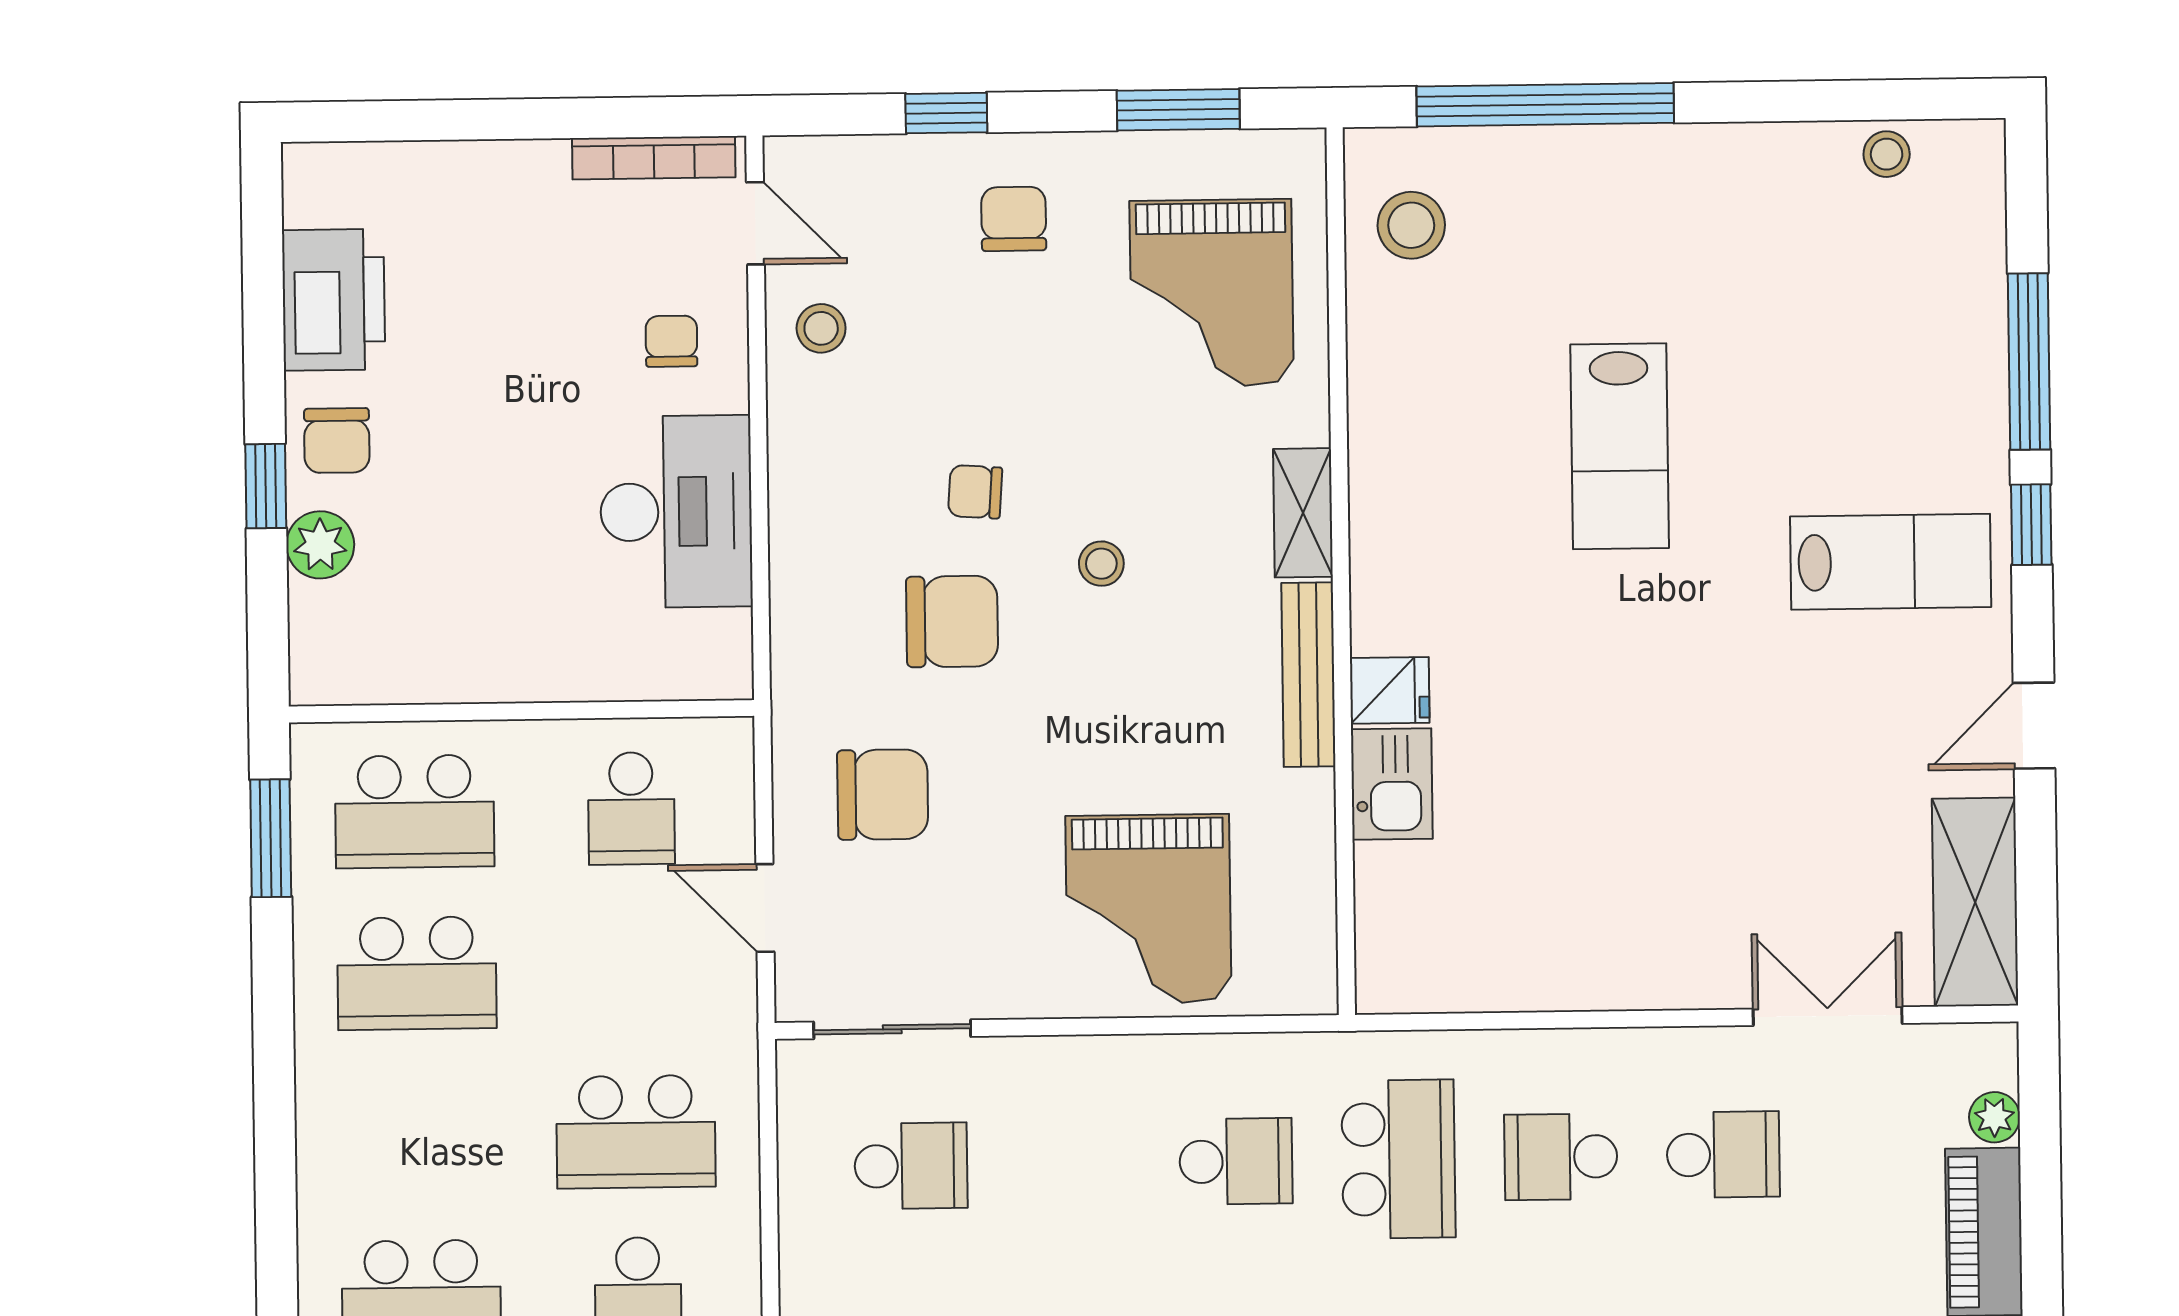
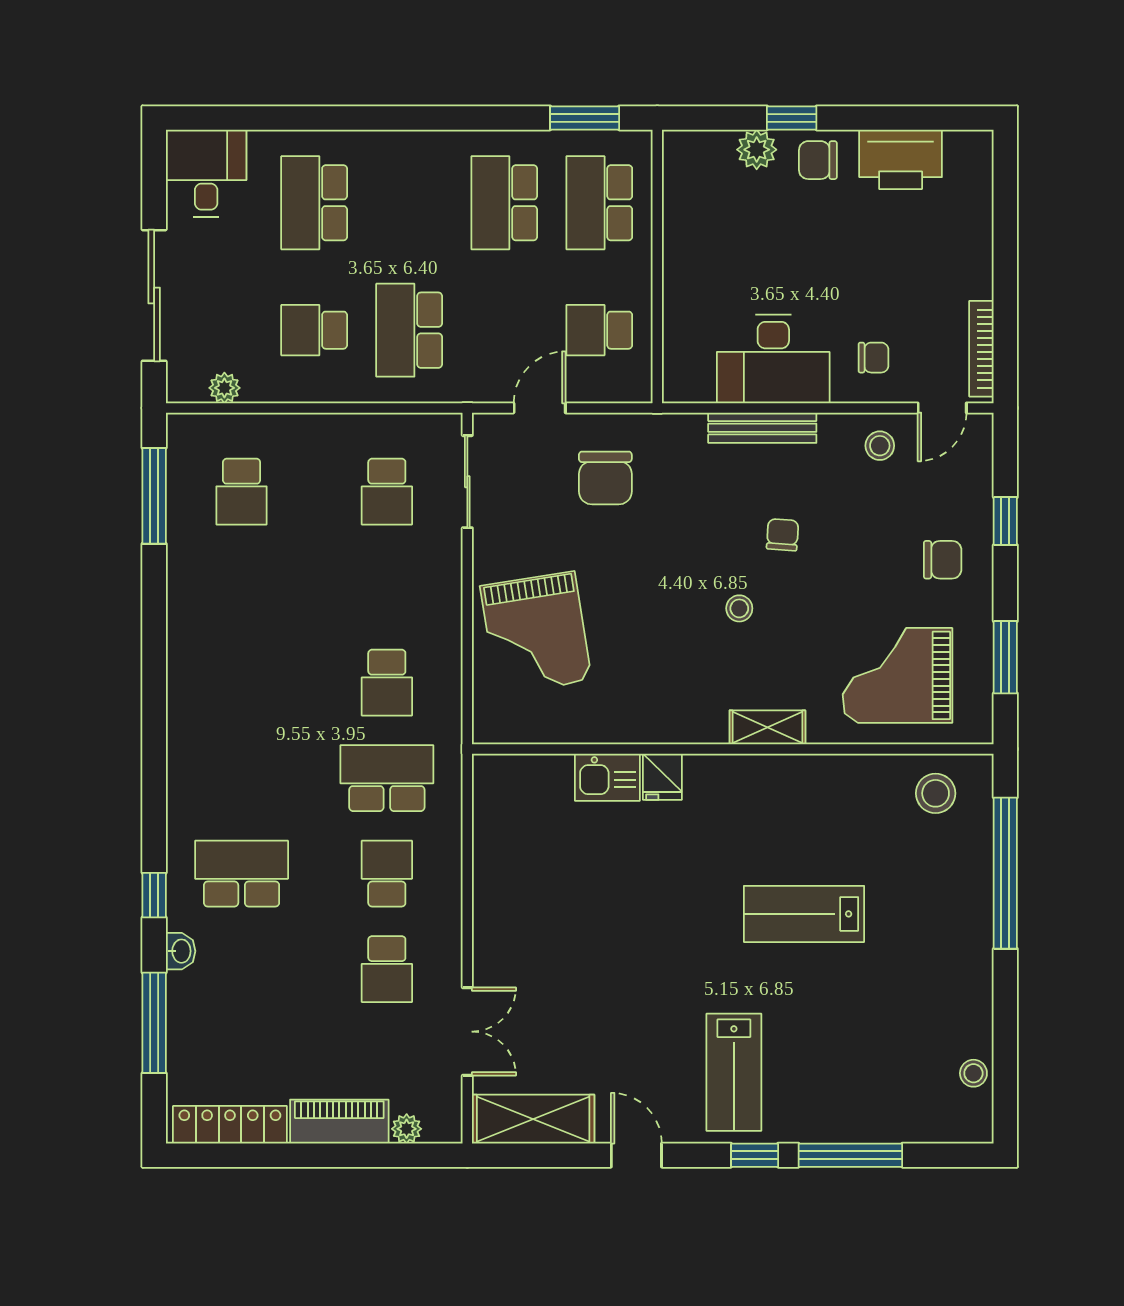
chair: (952, 621) -> (706, 520), removed
bench: (1308, 675) -> (762, 428), moved
grand piano: (1148, 909) -> (536, 633), turned -99
school desk: (1398, 1159) -> (387, 778), turned 180

